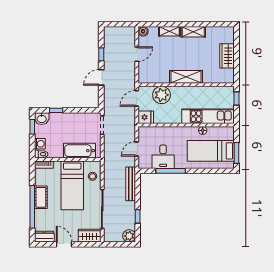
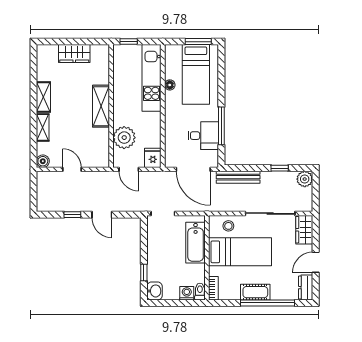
window: (32, 127) -> (165, 303), removed
door: (137, 149) -> (193, 169), width x1.87

